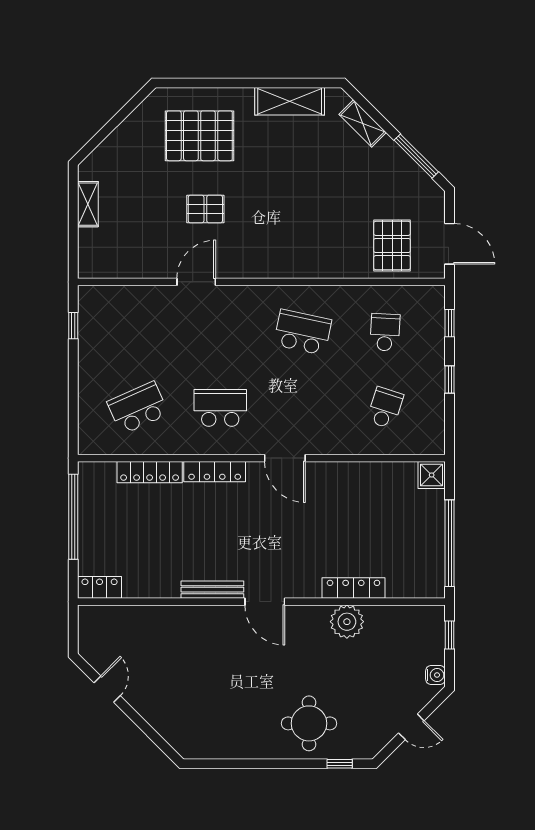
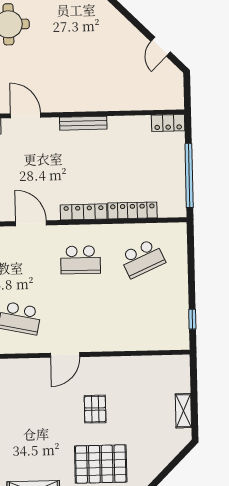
pallet: (205, 209) -> (95, 409), turned 90
door: (196, 282) -> (65, 355), moved
door: (265, 602) -> (26, 115), moved

